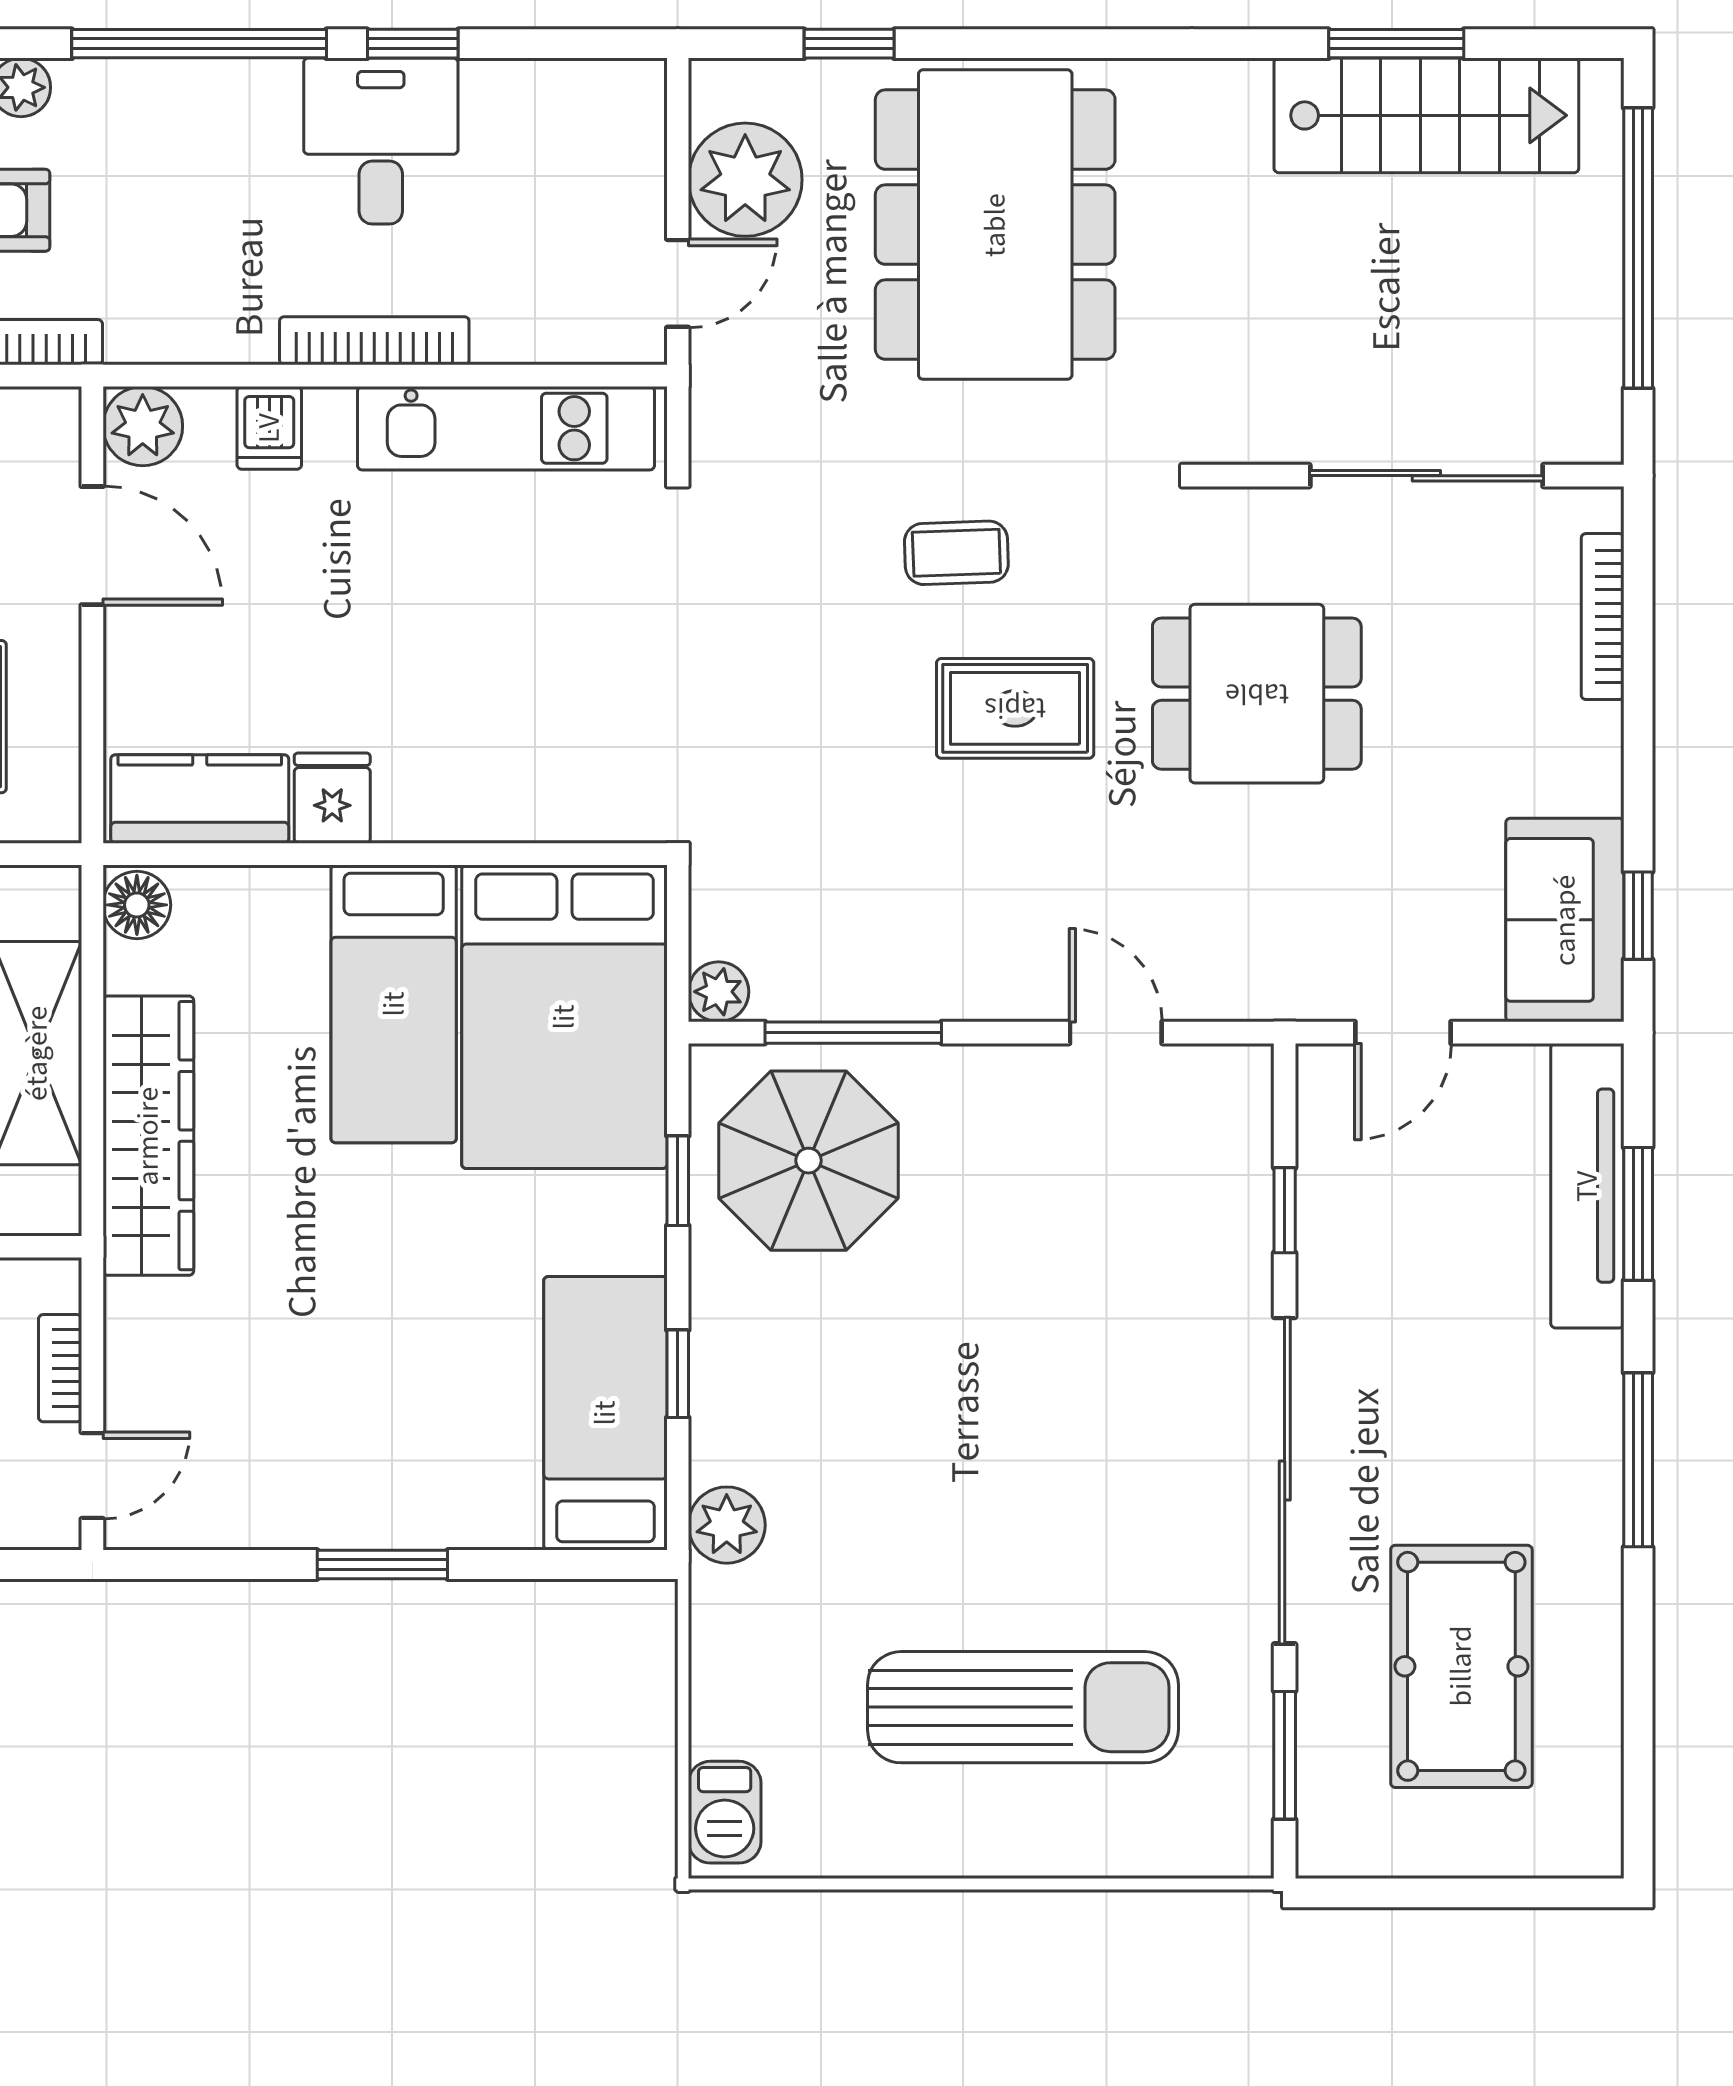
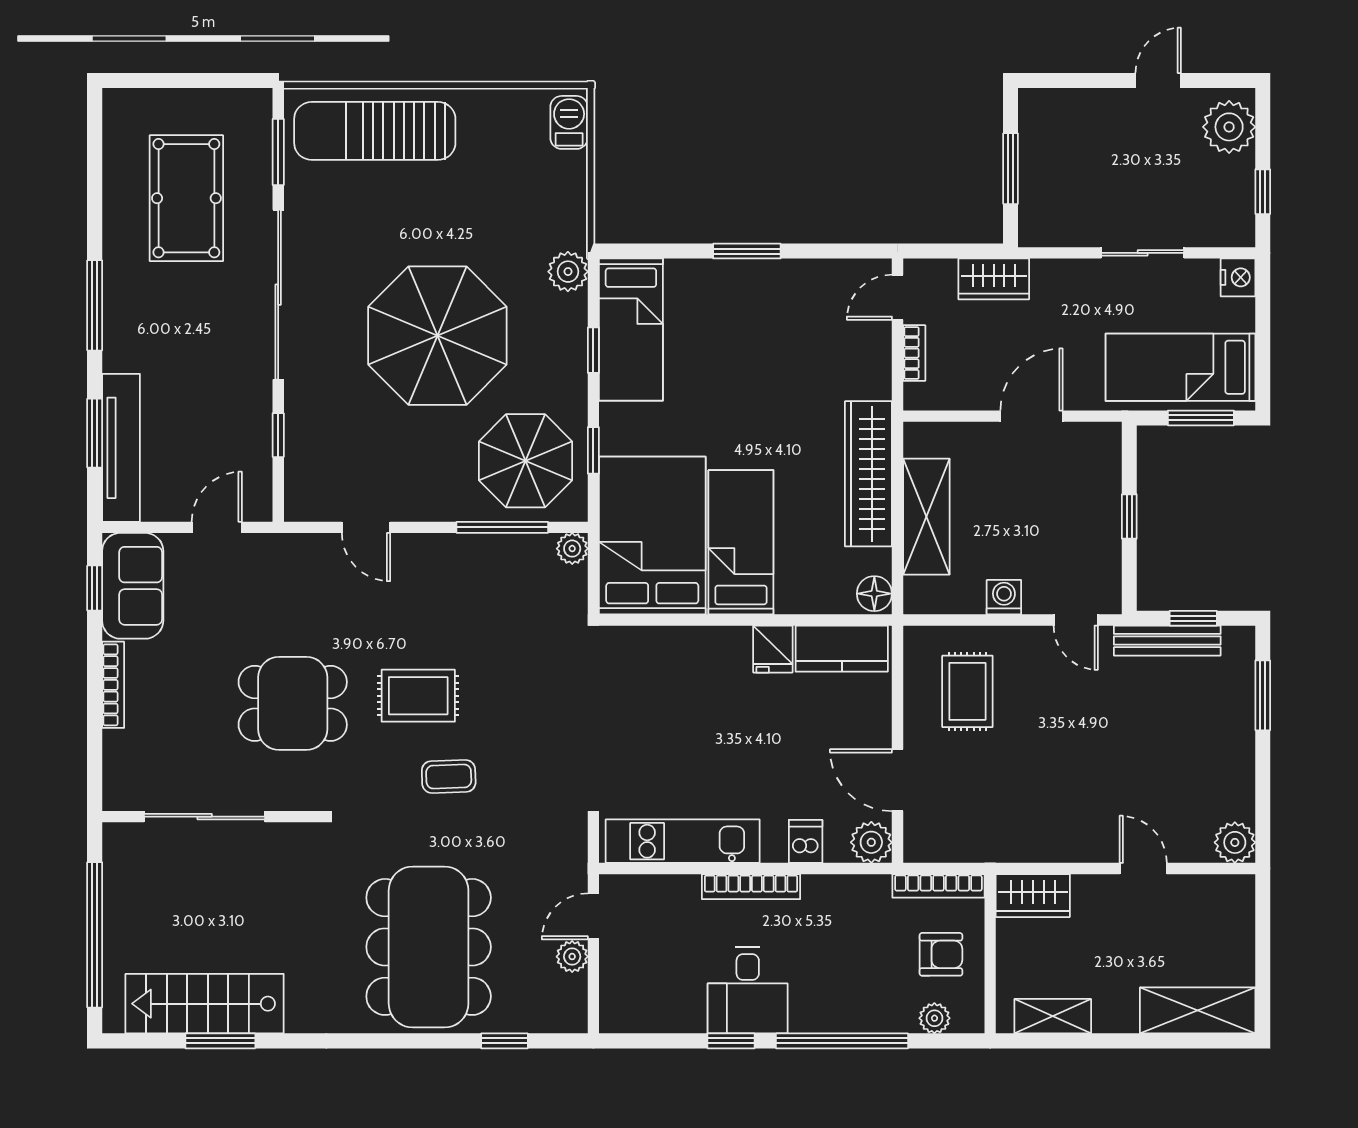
plant: (745, 180) -> (572, 957), width x0.53, depth x0.53
bookcase: (1603, 617) -> (113, 685), moved
parasol: (978, 1402) -> (437, 336), added
sun lounger: (1023, 1707) -> (375, 131), moved

